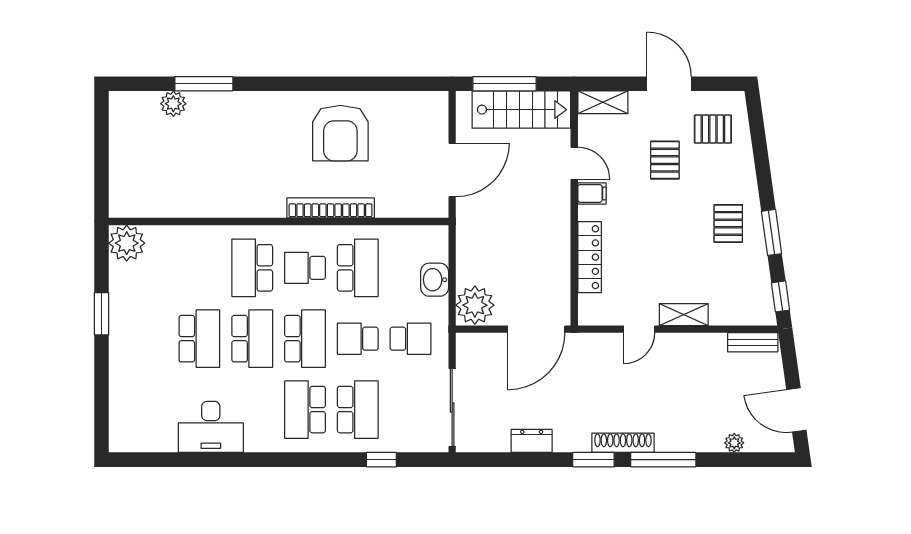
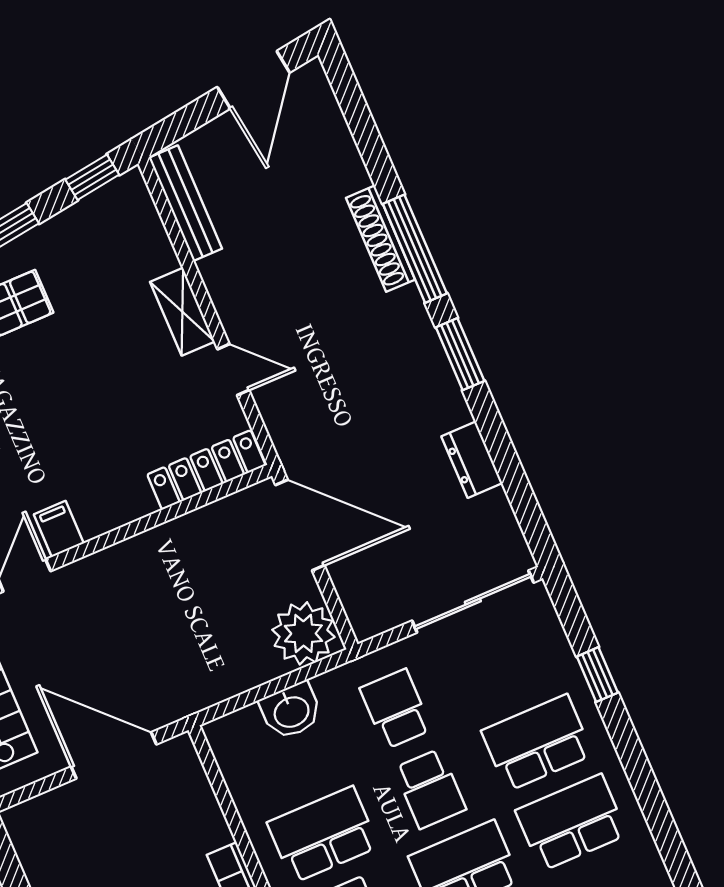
locker: (590, 257) -> (206, 470), moved
bench: (753, 342) -> (186, 203), width x1.36
school desk: (305, 410) -> (571, 823), turned 180
shoe rack: (623, 443) -> (380, 239), moved
plant: (734, 443) -> (344, 152), removed

